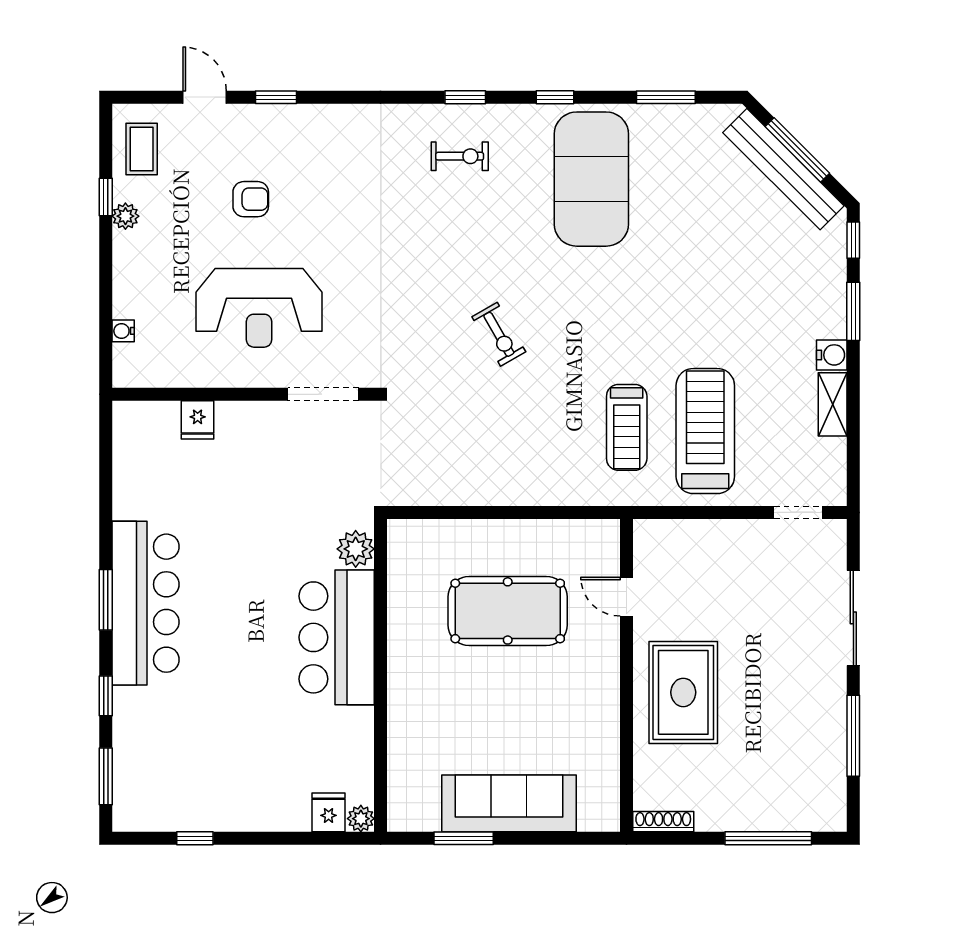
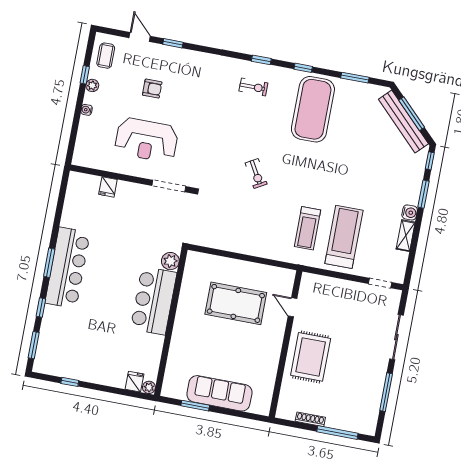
water cooler: (123, 331) -> (87, 110), moved
shoe rack: (663, 822) -> (310, 419), moved

